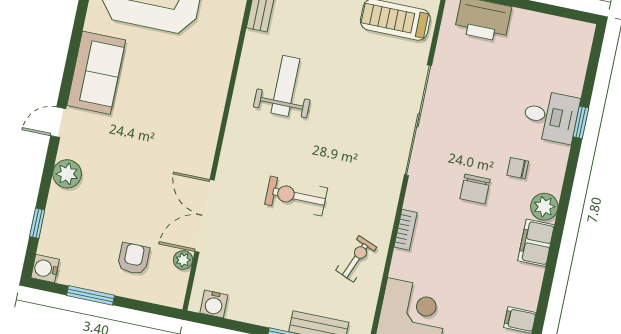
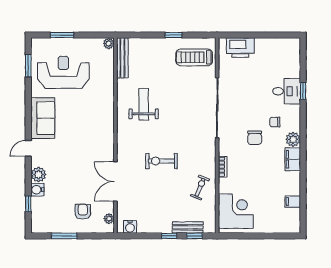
plant: (183, 260) -> (109, 219), moved
water cooler: (45, 269) -> (37, 190), moved

